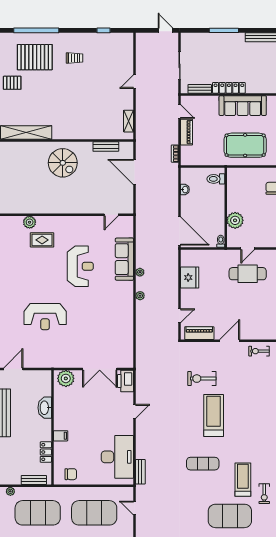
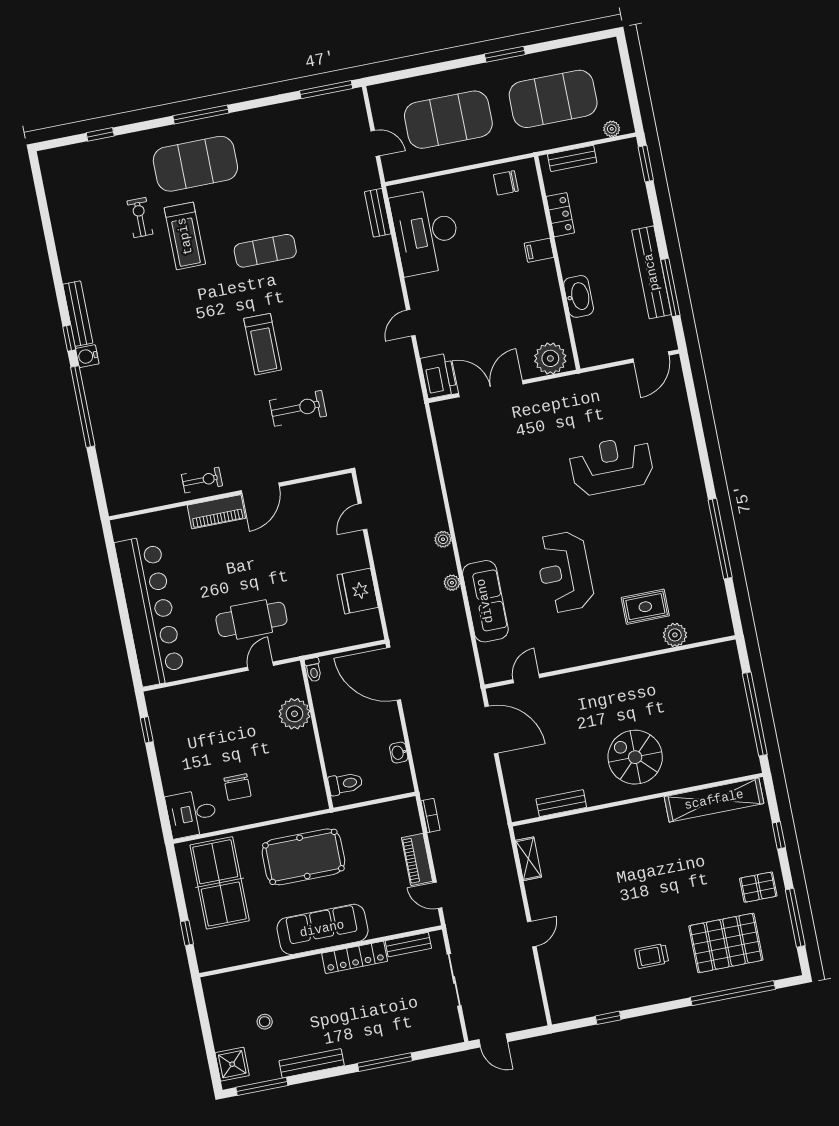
door: (135, 172) -> (491, 730), moved
piano: (199, 333) -> (216, 512), moved
treadmill: (214, 415) -> (263, 344), width x0.73, depth x0.73

